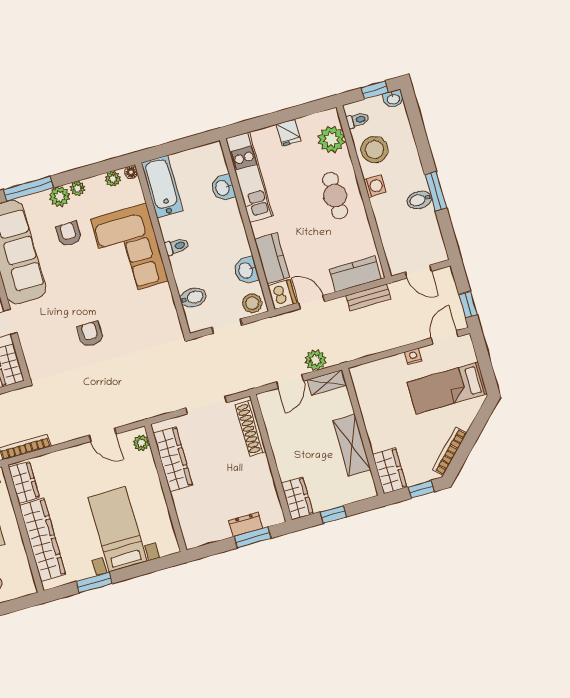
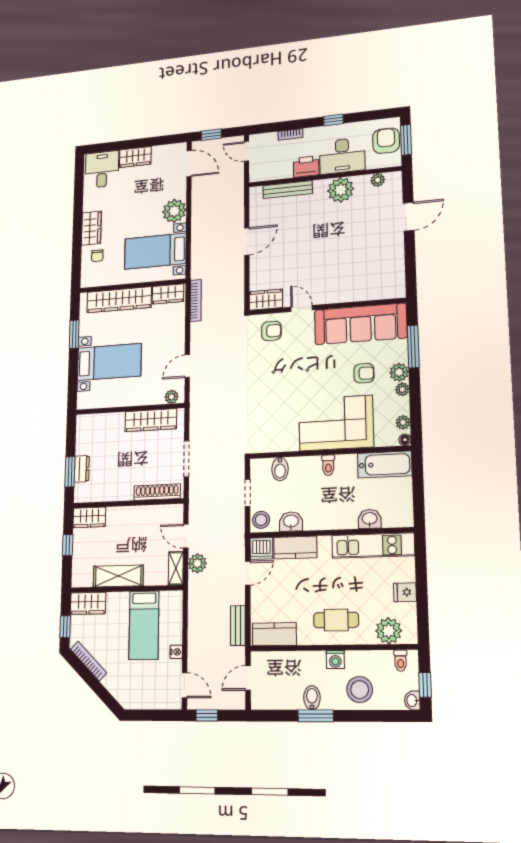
stool: (374, 150) -> (360, 690), moved
kitchen counter: (355, 274) -> (274, 634), moved, turned -90
armchair: (90, 334) -> (271, 331), moved
bed: (447, 388) -> (144, 625), moved, turned 180

